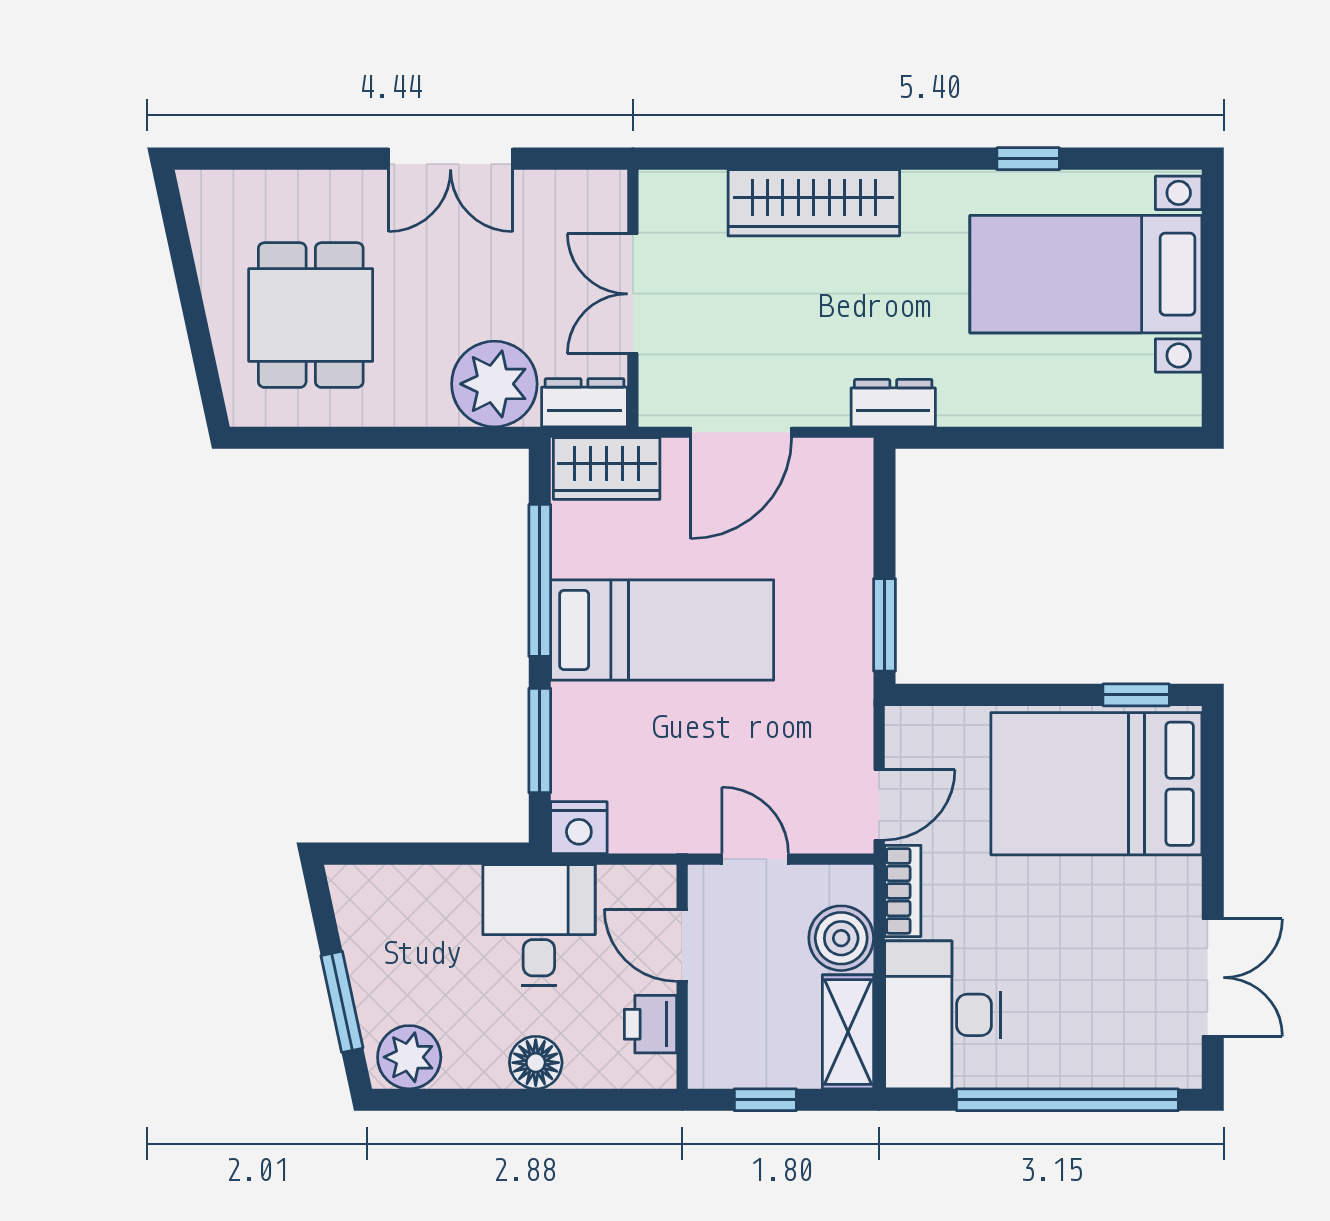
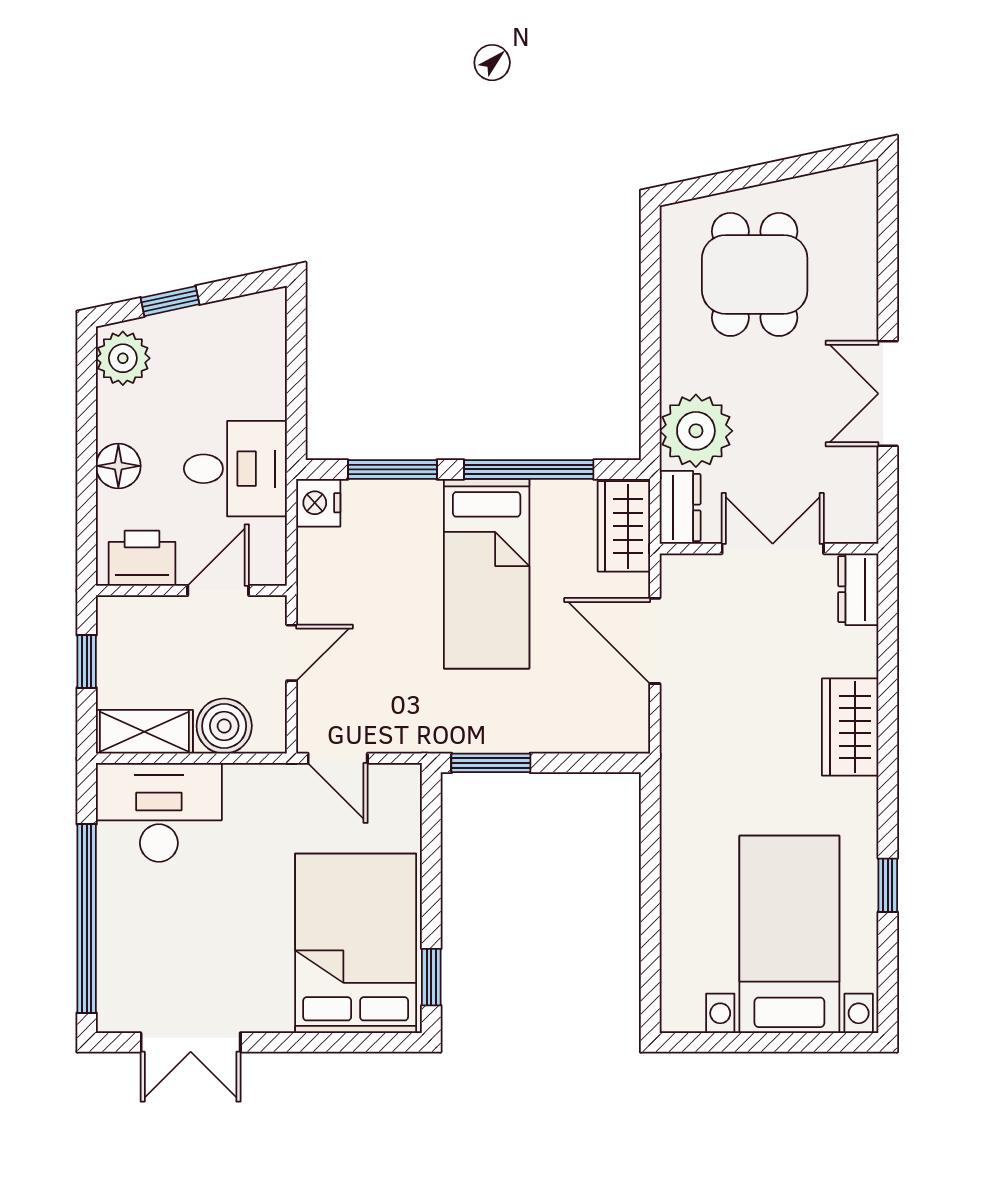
wardrobe: (814, 203) -> (850, 727), width x0.67
dining table: (311, 315) -> (755, 274), turned 90
dresser: (893, 403) -> (858, 589), moved, turned 180
bookcase: (903, 891) -> (264, 778), removed
window: (342, 1002) -> (170, 301), width x0.67
printer: (650, 1024) -> (142, 558), width x1.36, depth x1.24

